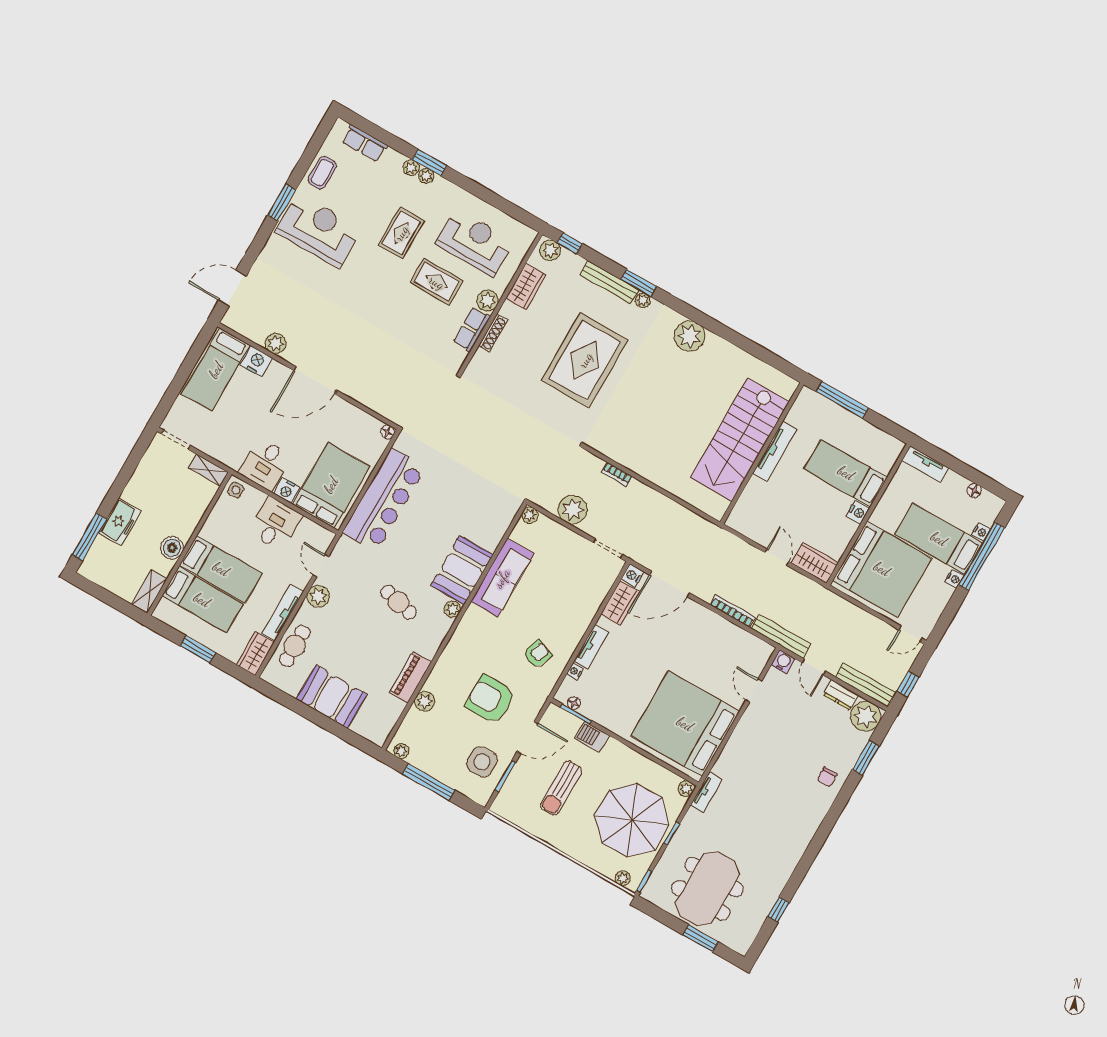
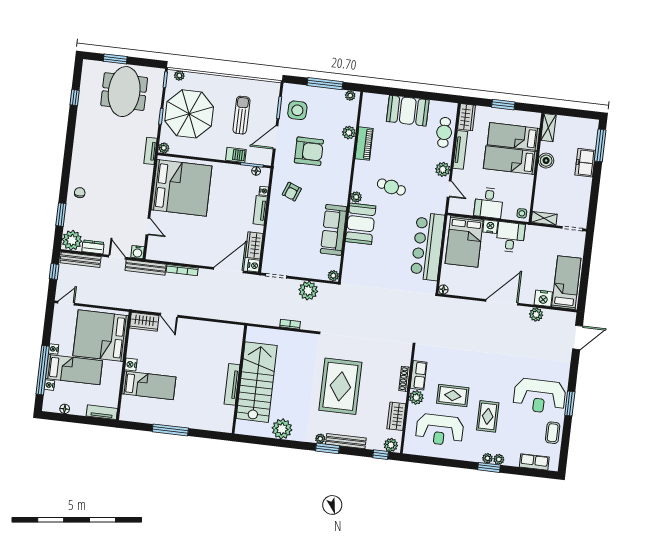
stairs: (740, 440) -> (257, 382), moved
tv unit: (775, 451) -> (232, 384), moved
wall: (762, 453) -> (239, 379), moved

